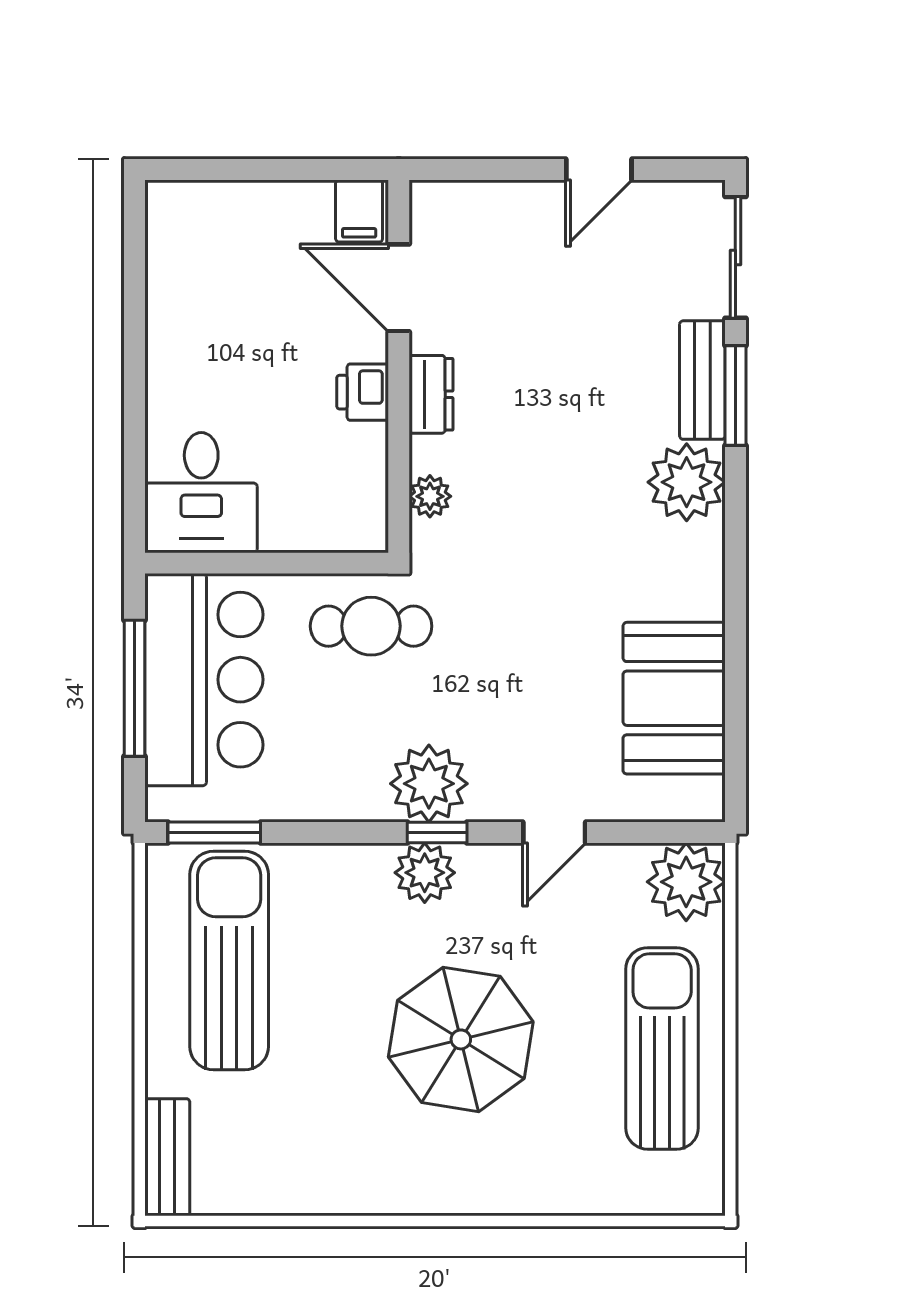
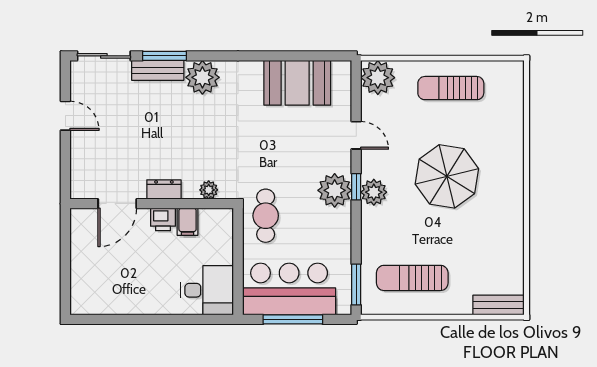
filing cabinet: (359, 211) -> (188, 222), moved, turned 90
sun lounger: (229, 961) -> (412, 278), width x0.73, depth x0.75
sun lounger: (662, 1048) -> (451, 88), width x0.73, depth x0.75

